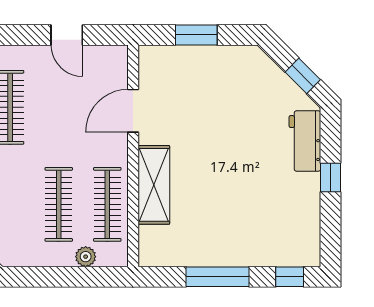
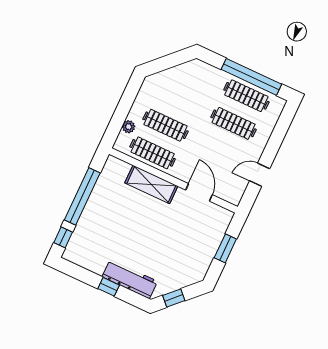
workbench: (305, 141) -> (130, 279), width x1.38
window: (217, 277) -> (82, 196), width x1.46

